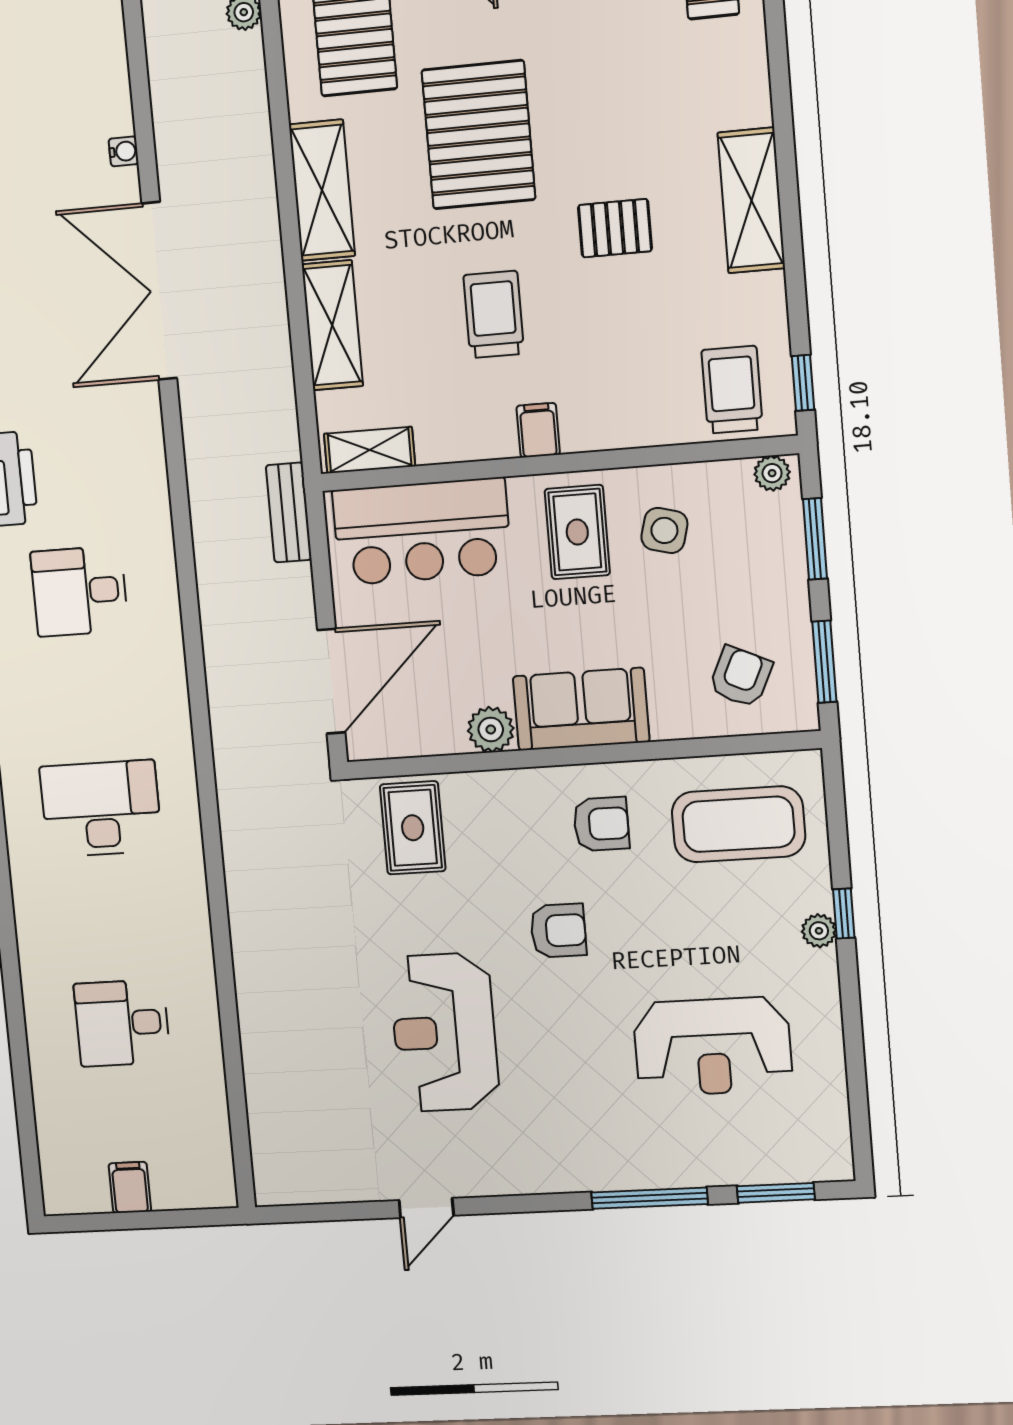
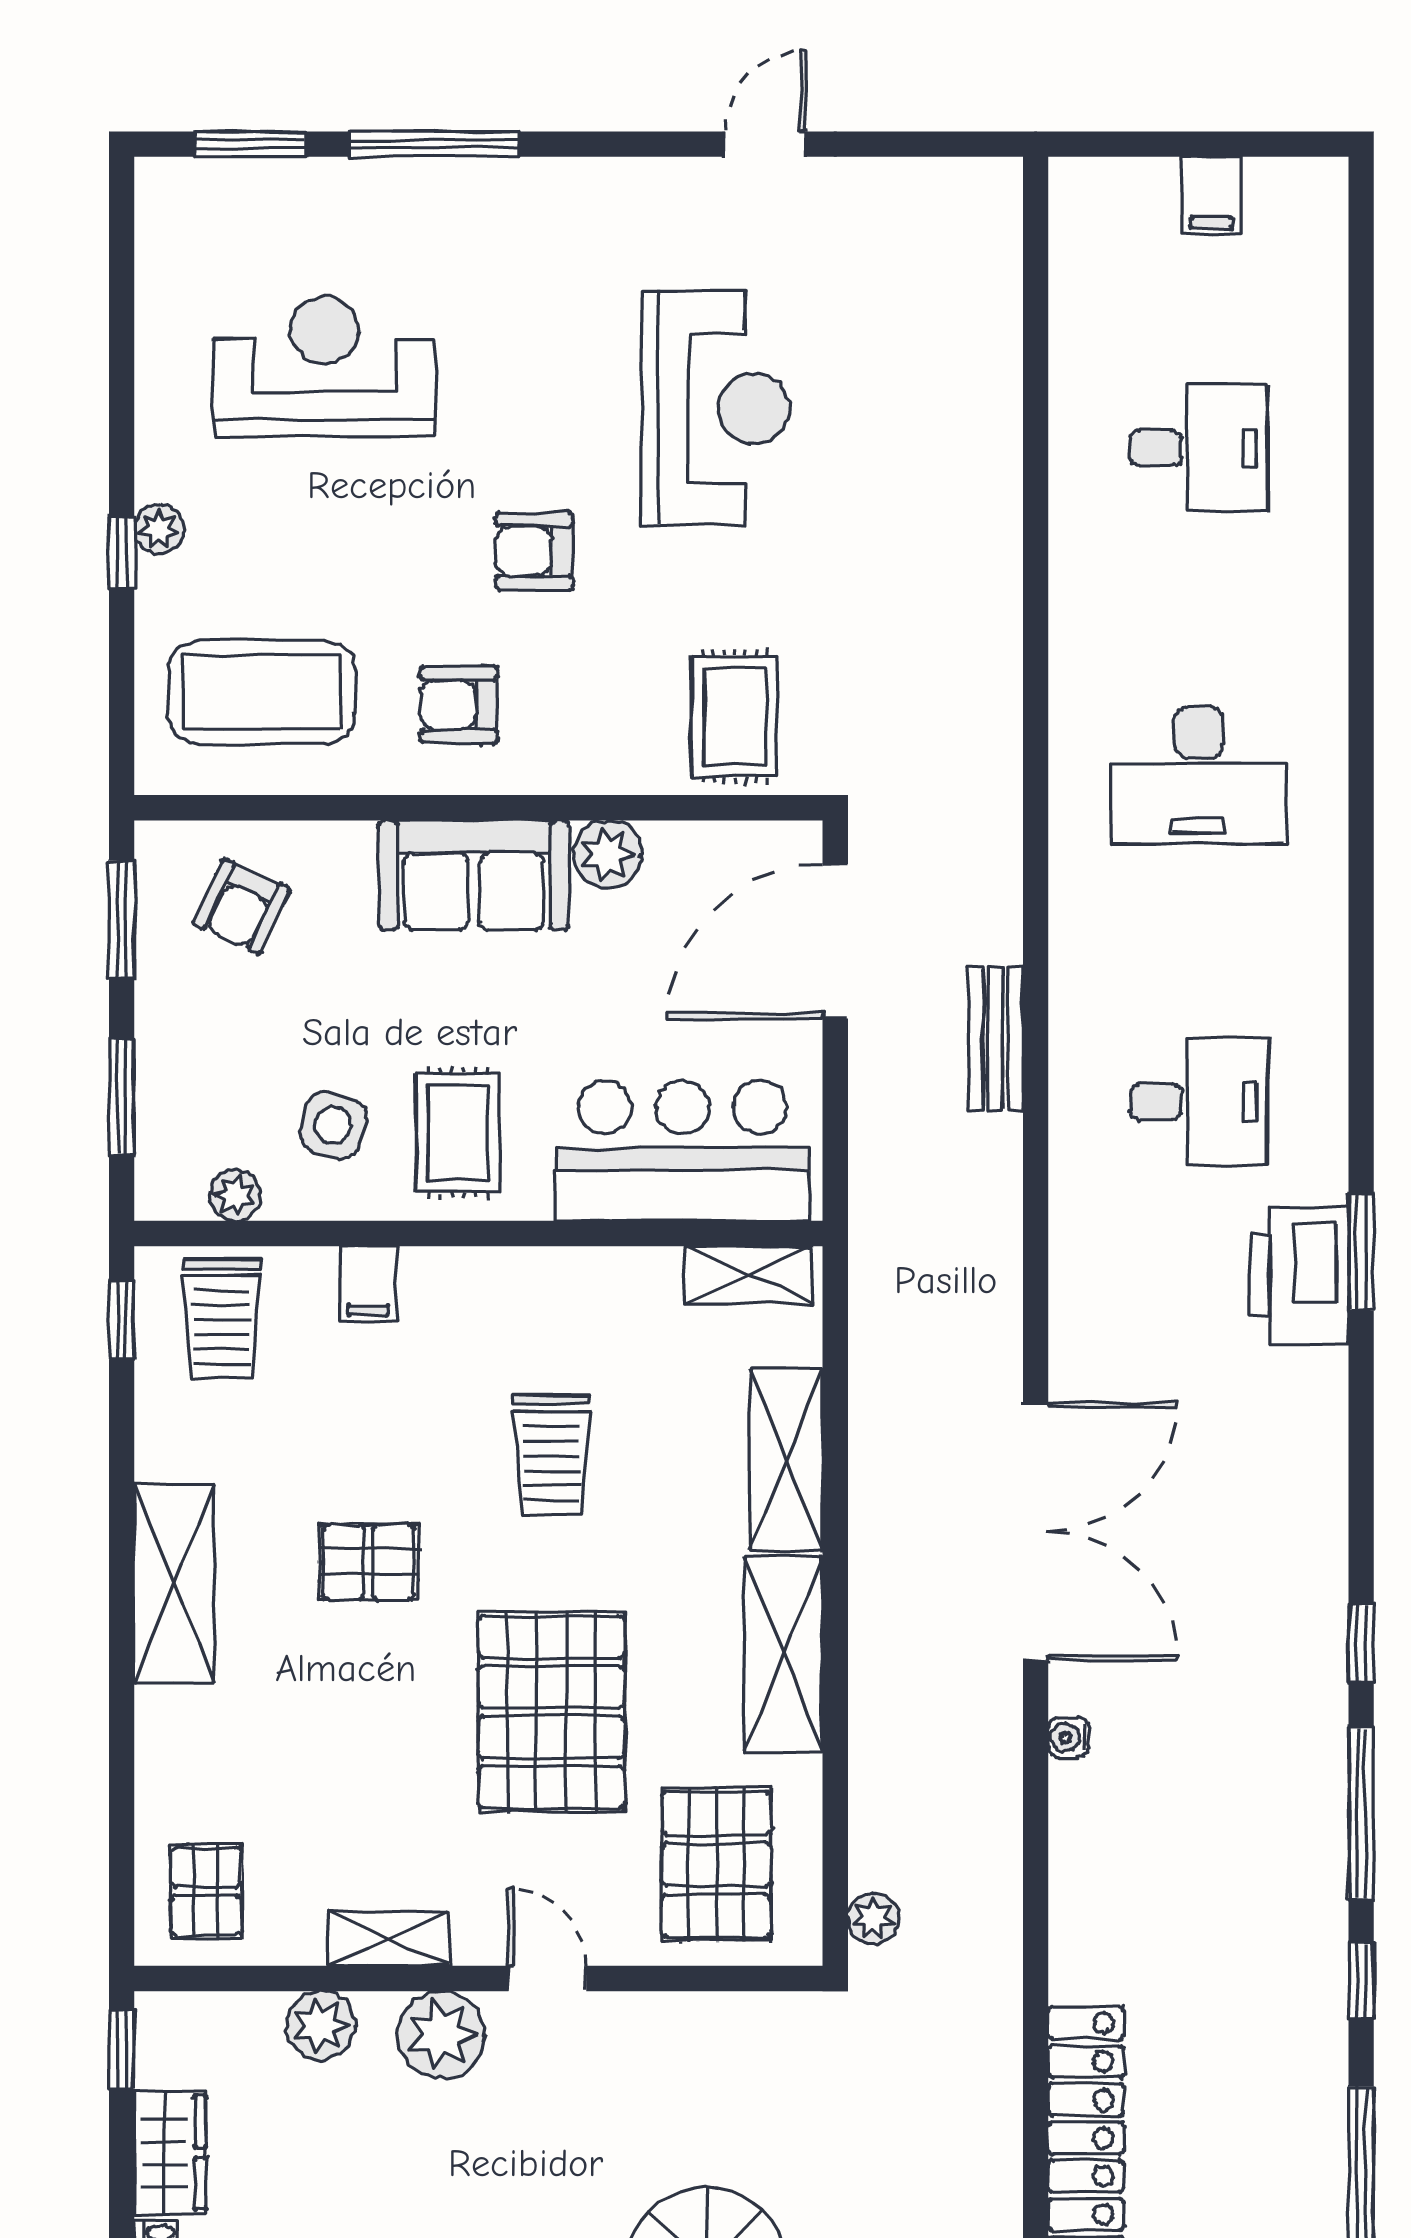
filing cabinet: (538, 430) -> (368, 1284), moved
plant: (772, 473) -> (235, 1195), moved
bench: (289, 512) -> (996, 1039), moved

